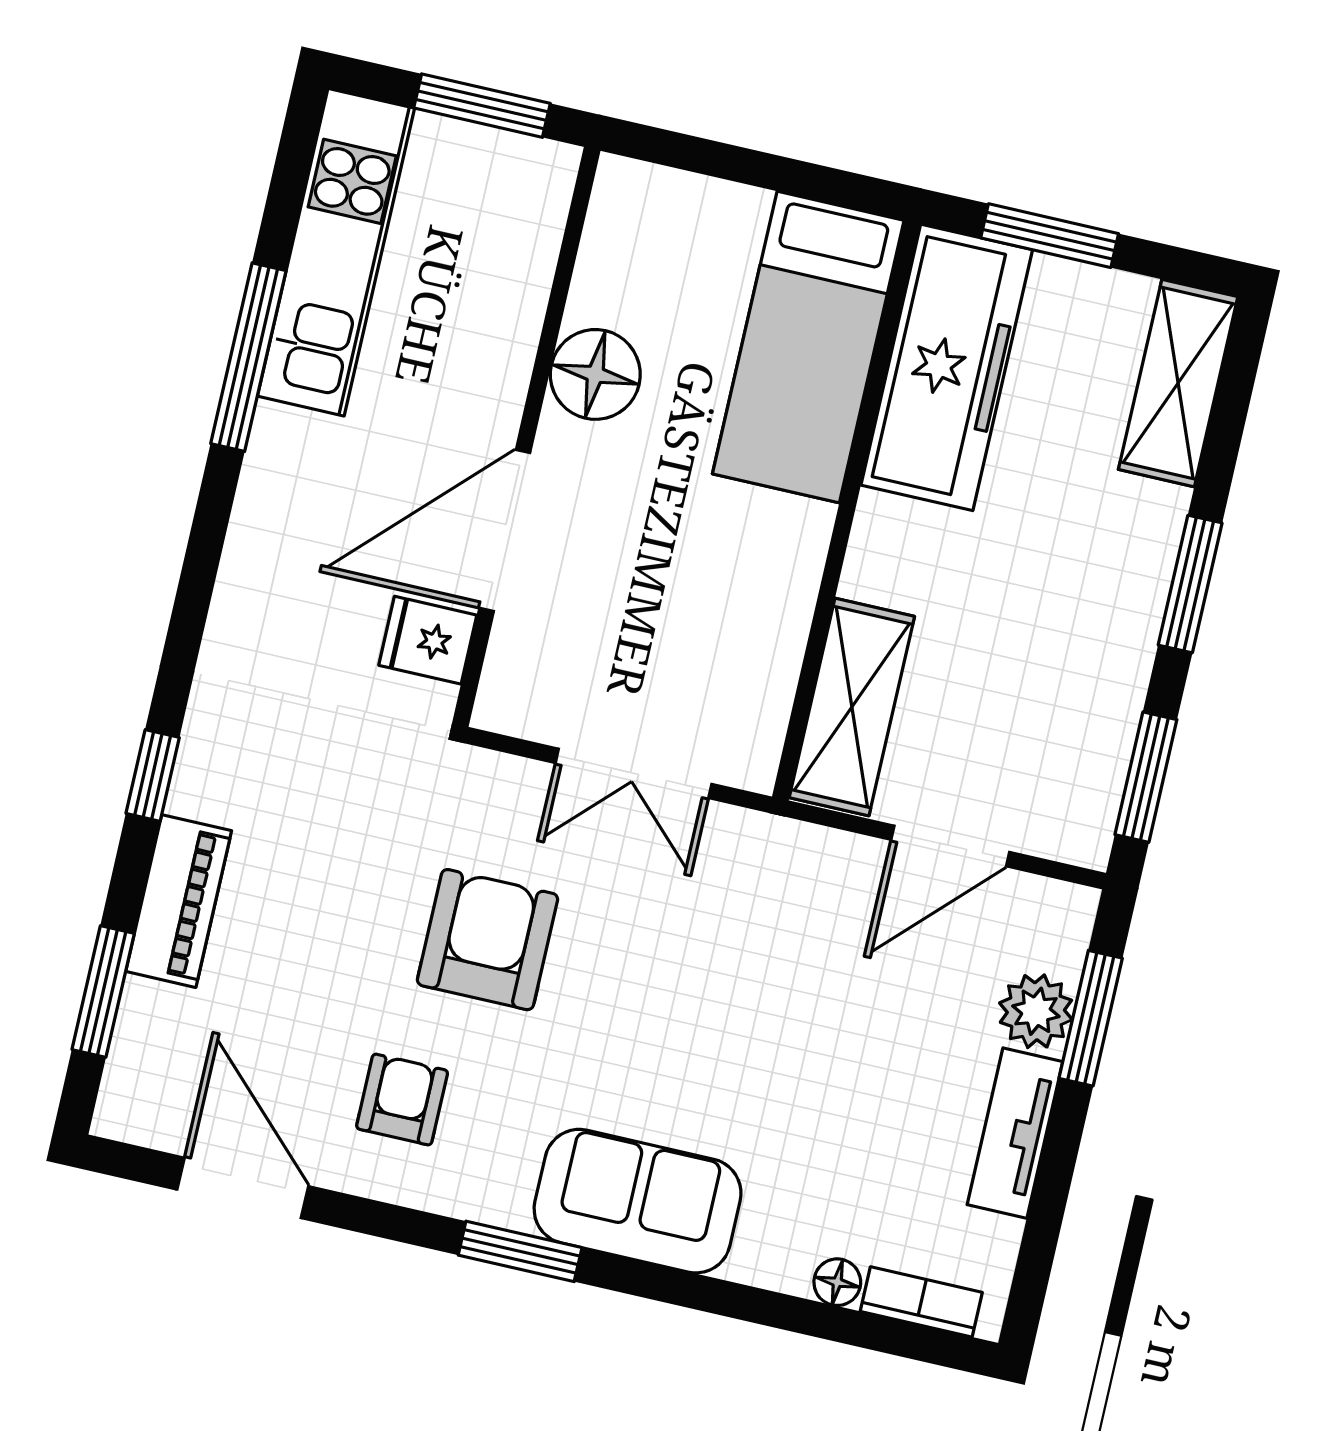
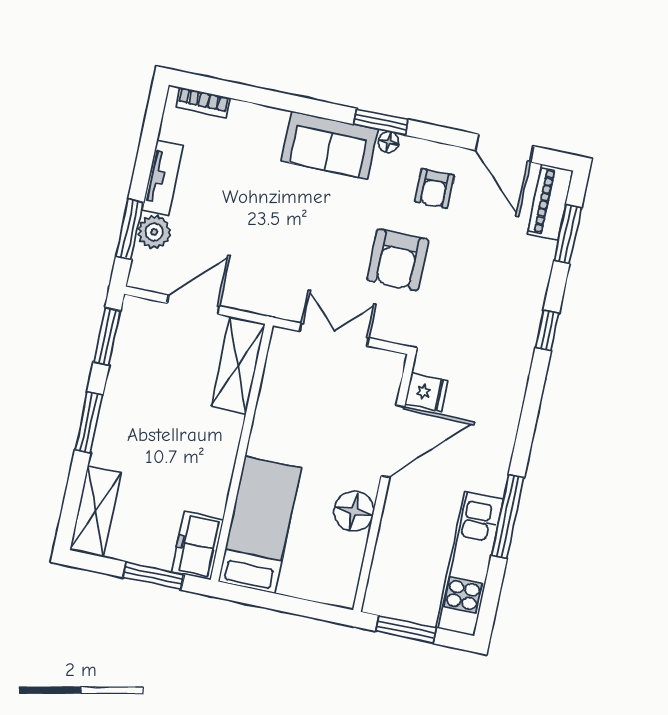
freezer: (947, 367) -> (197, 545), width x0.52, depth x0.79
piano: (179, 901) -> (550, 202), moved
floor lamp: (837, 1282) -> (388, 142), moved

